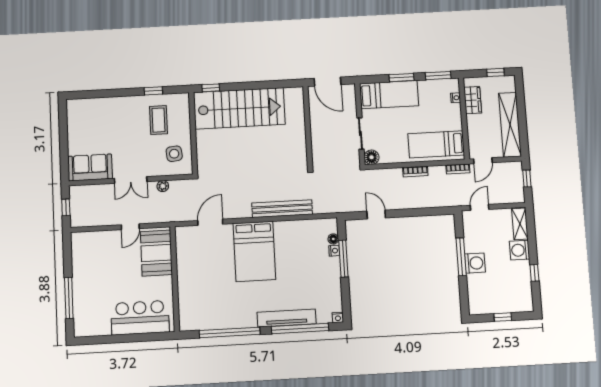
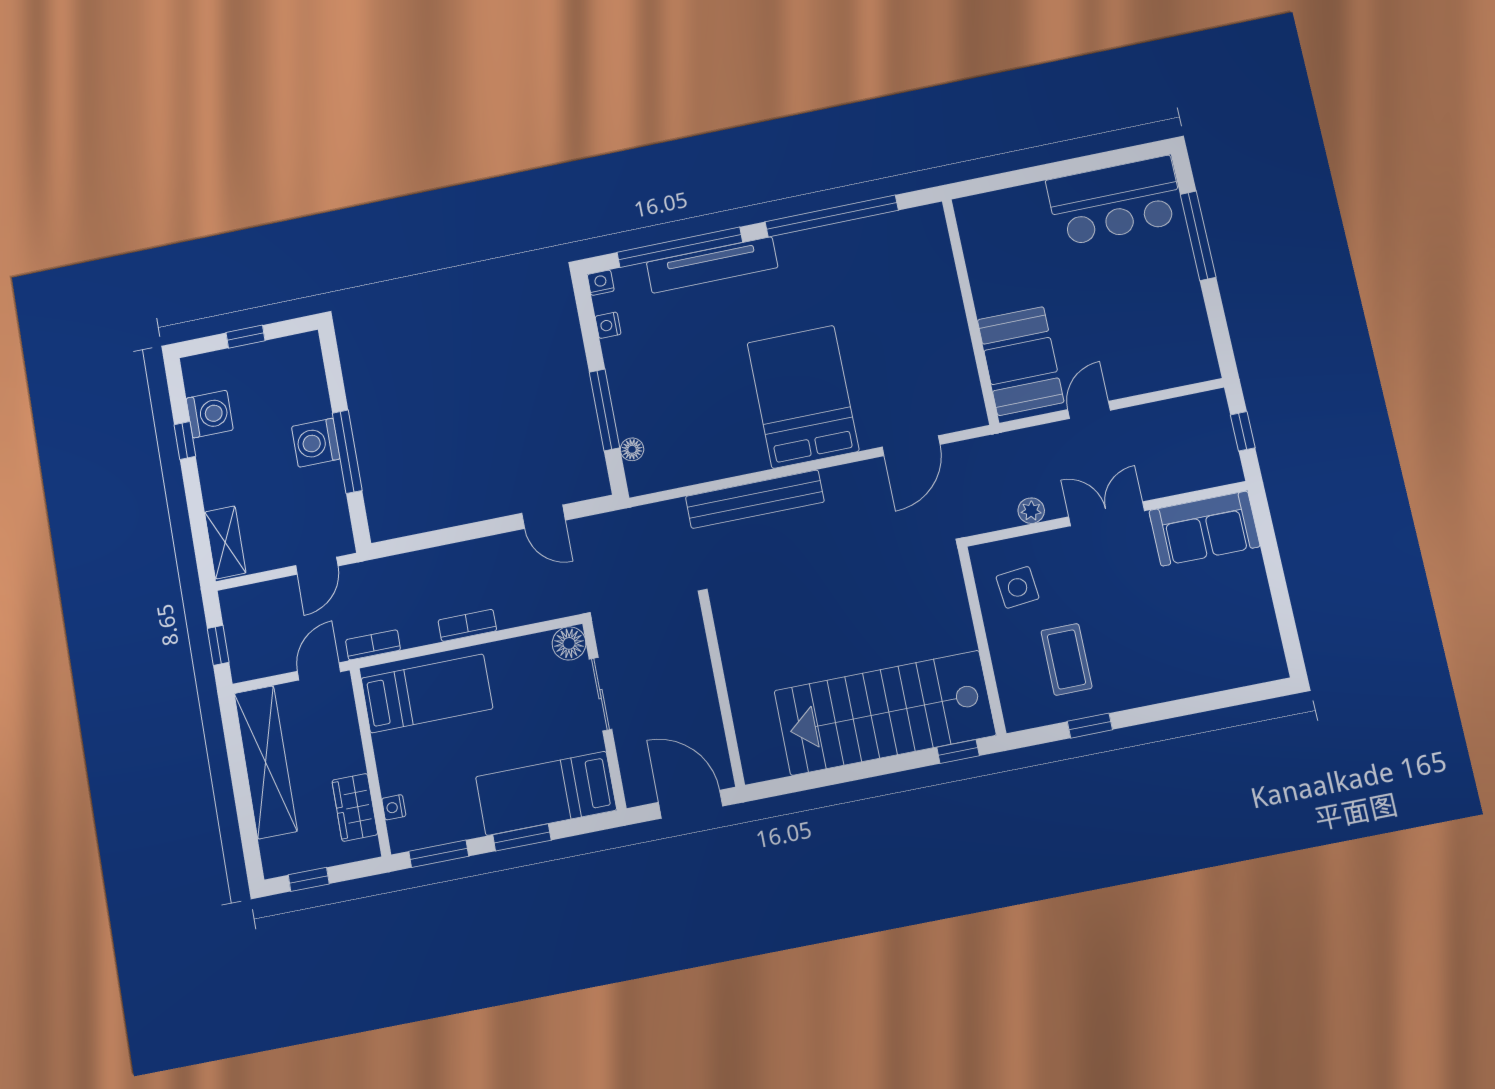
washing machine: (519, 250) -> (210, 414), moved
nightstand: (334, 251) -> (608, 325), moved
bar counter: (140, 318) -> (1115, 201), moved

